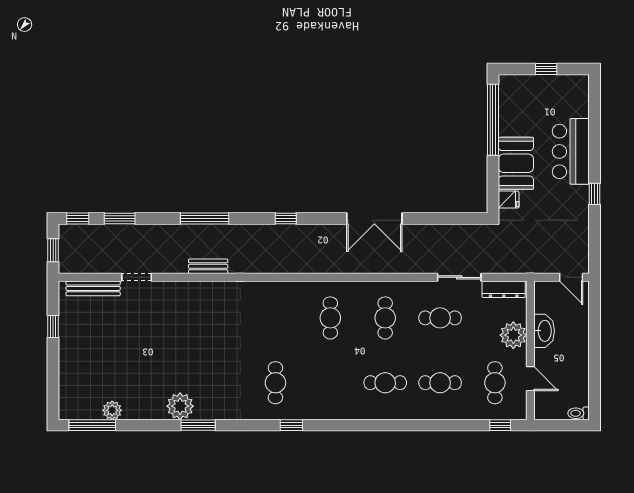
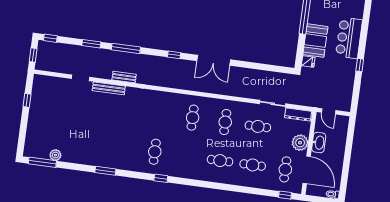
window: (120, 219) -> (91, 44), moved
double door: (374, 219) -> (214, 60), moved
door: (571, 277) -> (329, 111), moved
bench: (93, 288) -> (109, 88), moved
door: (530, 379) -> (307, 170), width x1.87
plant: (180, 406) -> (96, 158), removed

